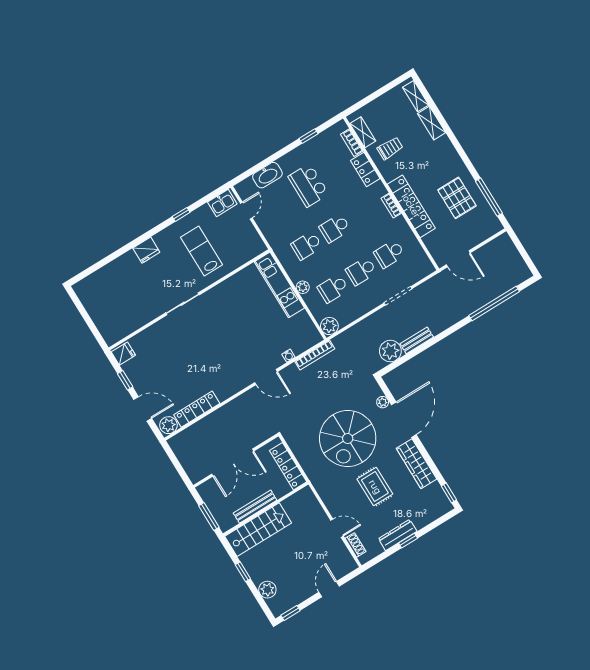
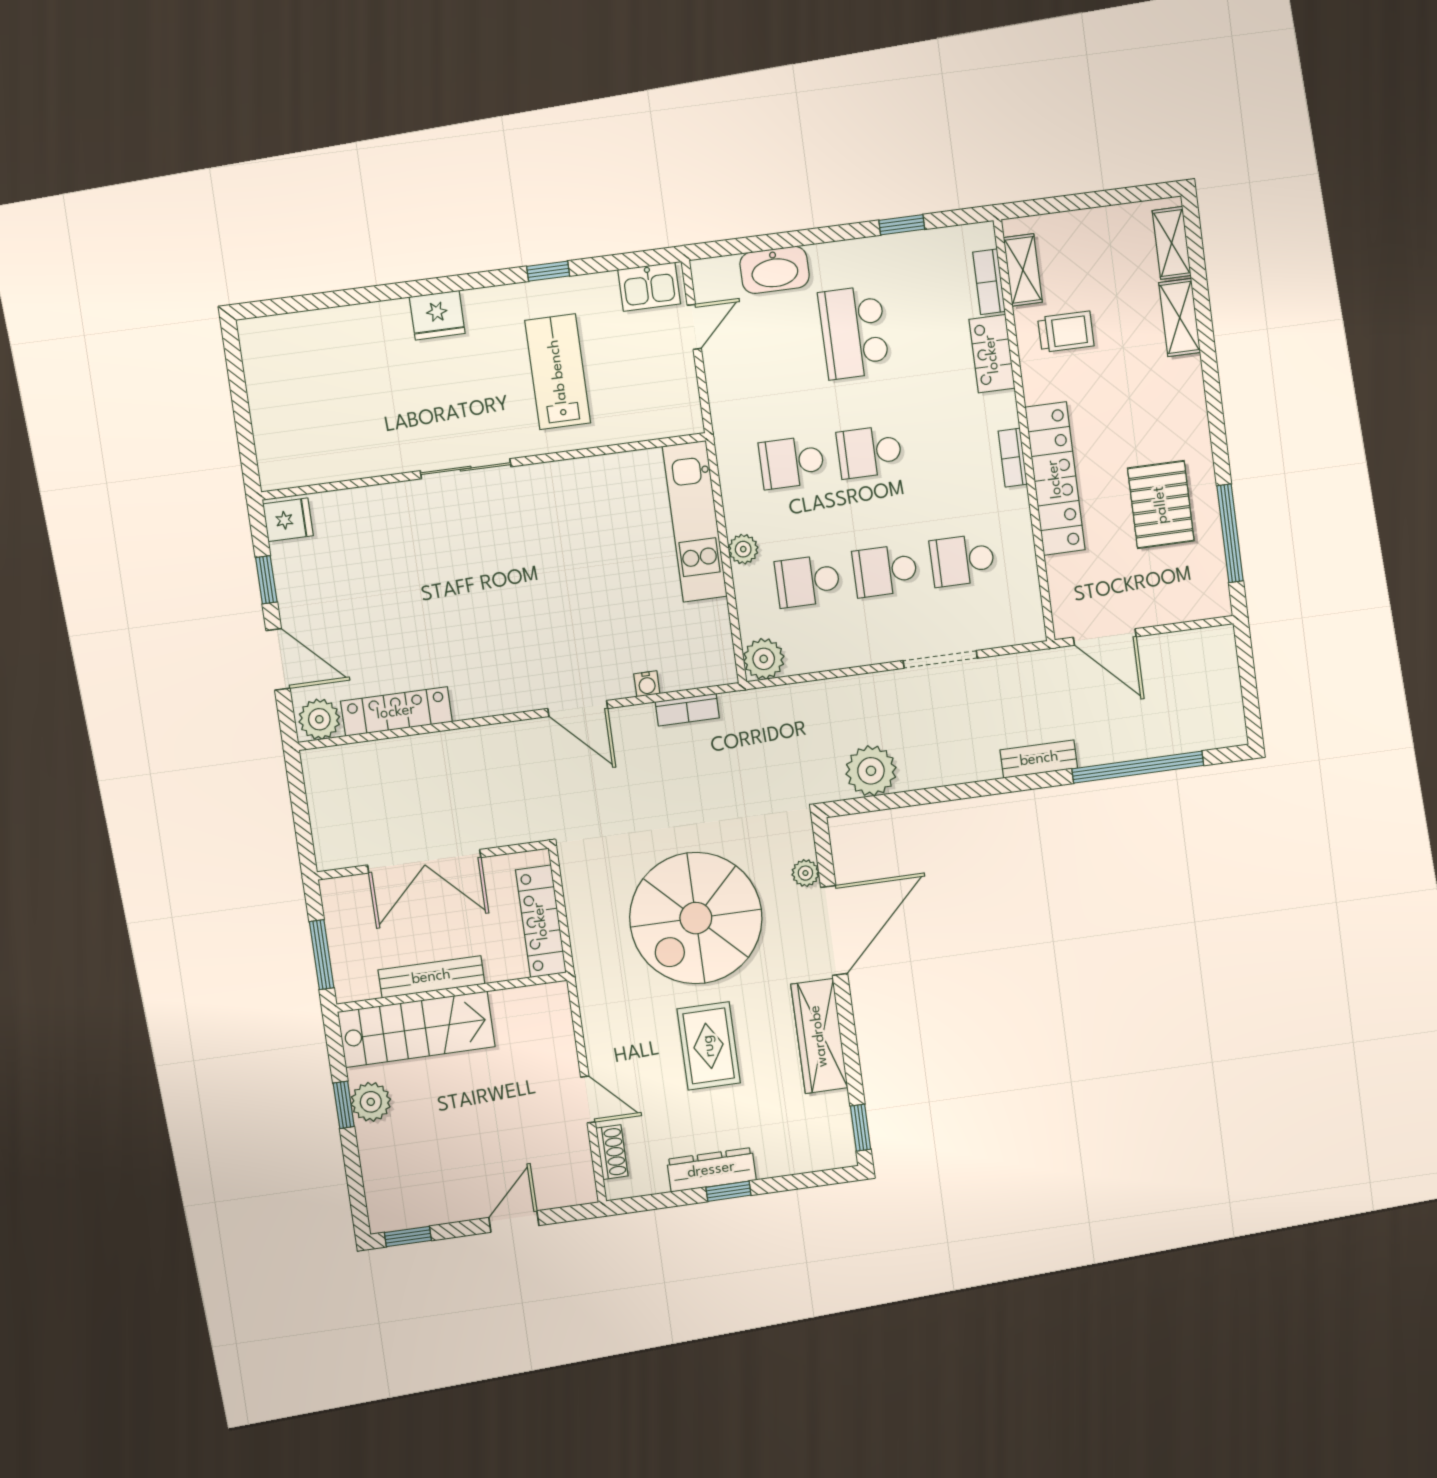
bench: (417, 340) -> (1039, 759), moved
bookcase: (315, 355) -> (687, 710), width x0.64
plant: (267, 590) -> (371, 1102), moved

